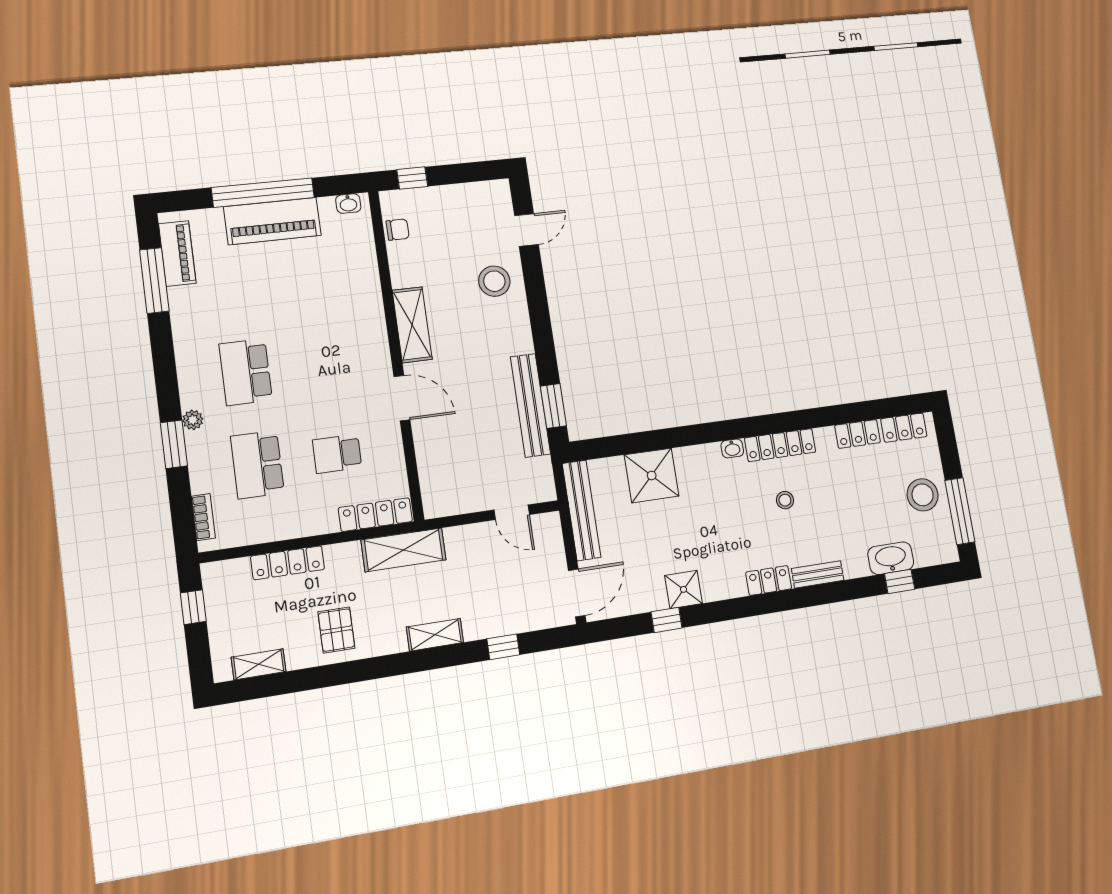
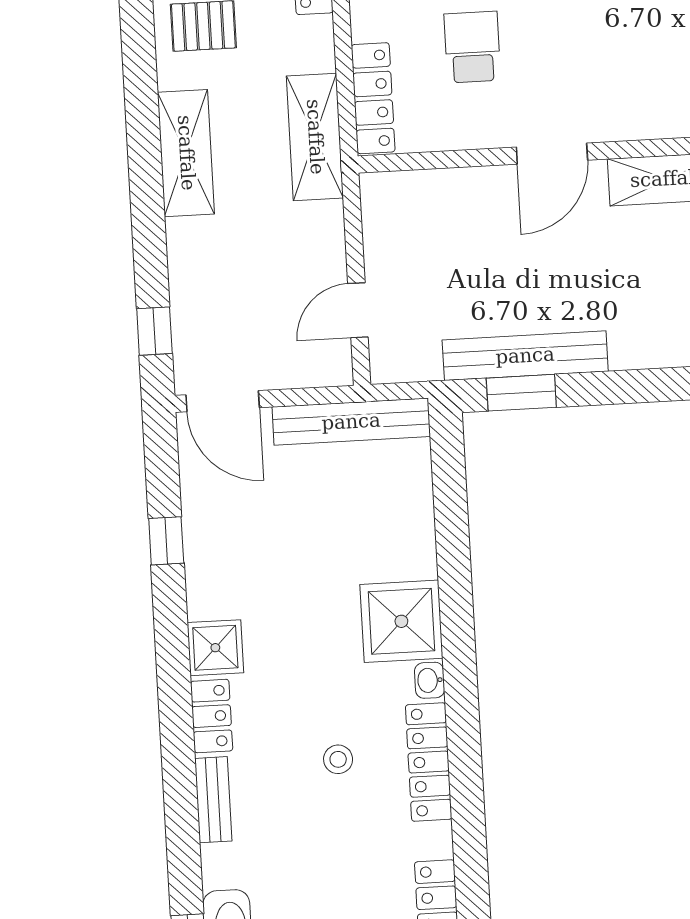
shower: (652, 475) -> (401, 621), moved
shower: (684, 589) -> (215, 648), moved
shelving: (435, 635) -> (186, 153), width x1.50, depth x1.33
window: (503, 647) -> (154, 331), moved

